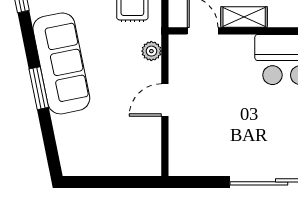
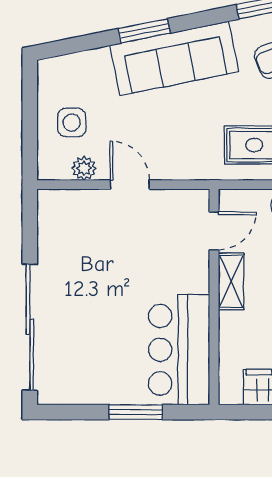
plant: (151, 51) -> (84, 168), moved
side table: (114, 148) -> (72, 123), added

